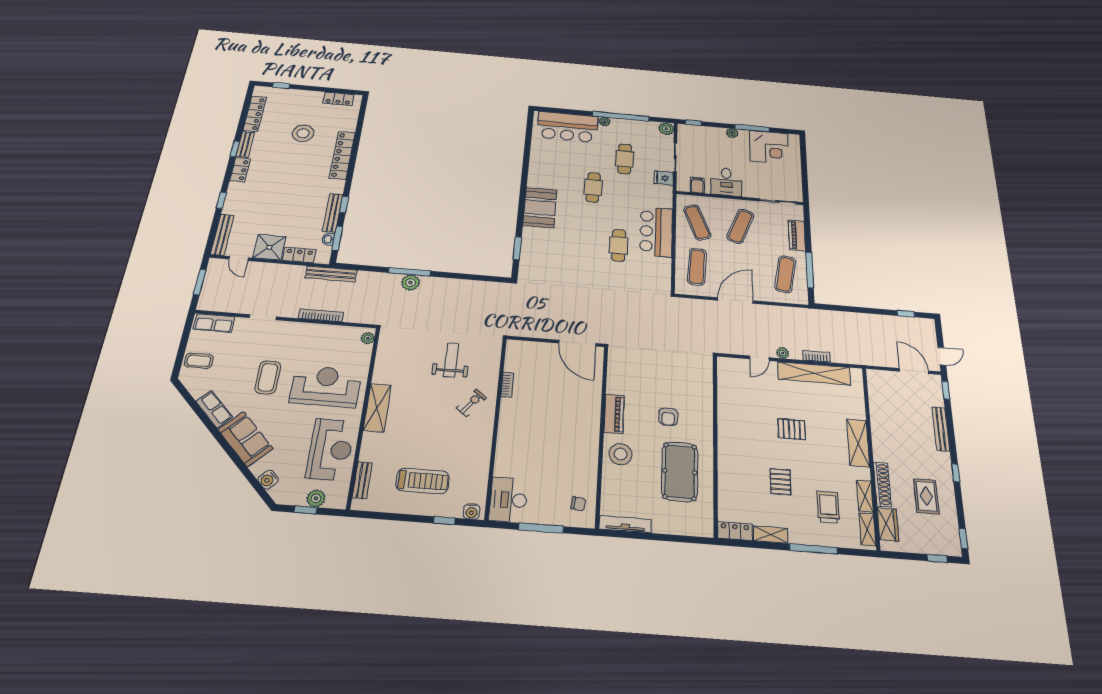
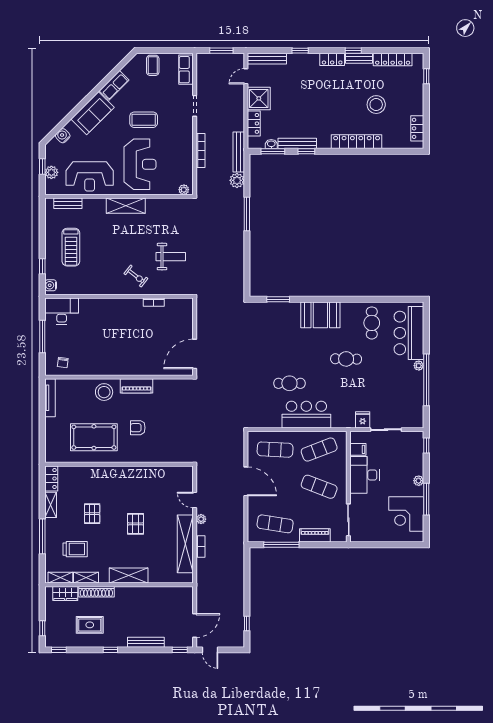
plant: (666, 129) -> (417, 421), removed
cafe table: (625, 159) -> (372, 323), moved, turned 90
desk: (726, 182) -> (364, 475), width x1.37
plant: (410, 283) -> (237, 180), moved
pallet: (780, 482) -> (92, 514), turned 90

